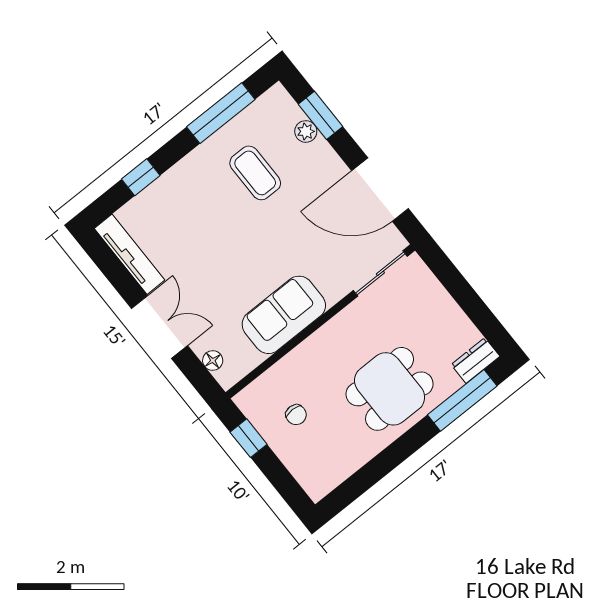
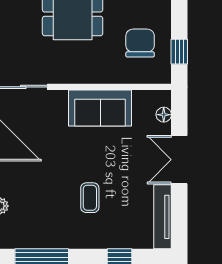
coffee table: (255, 173) -> (90, 198), moved, width x0.73, depth x0.77
chair: (296, 415) -> (140, 43), width x1.87, depth x1.87

